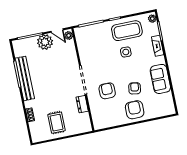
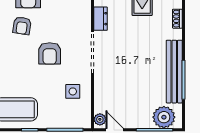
plant: (45, 42) -> (164, 117), moved
side table: (126, 52) -> (73, 91), moved
armchair: (107, 91) -> (50, 53), moved

